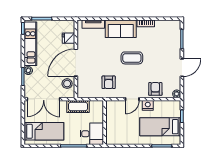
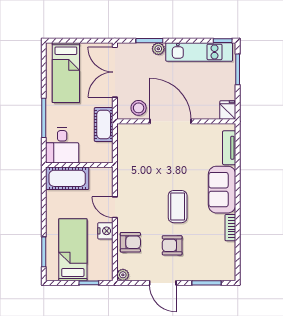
fridge: (68, 38) -> (228, 110), moved
armchair: (109, 82) -> (172, 245), moved
cot: (113, 130) -> (67, 178), added

